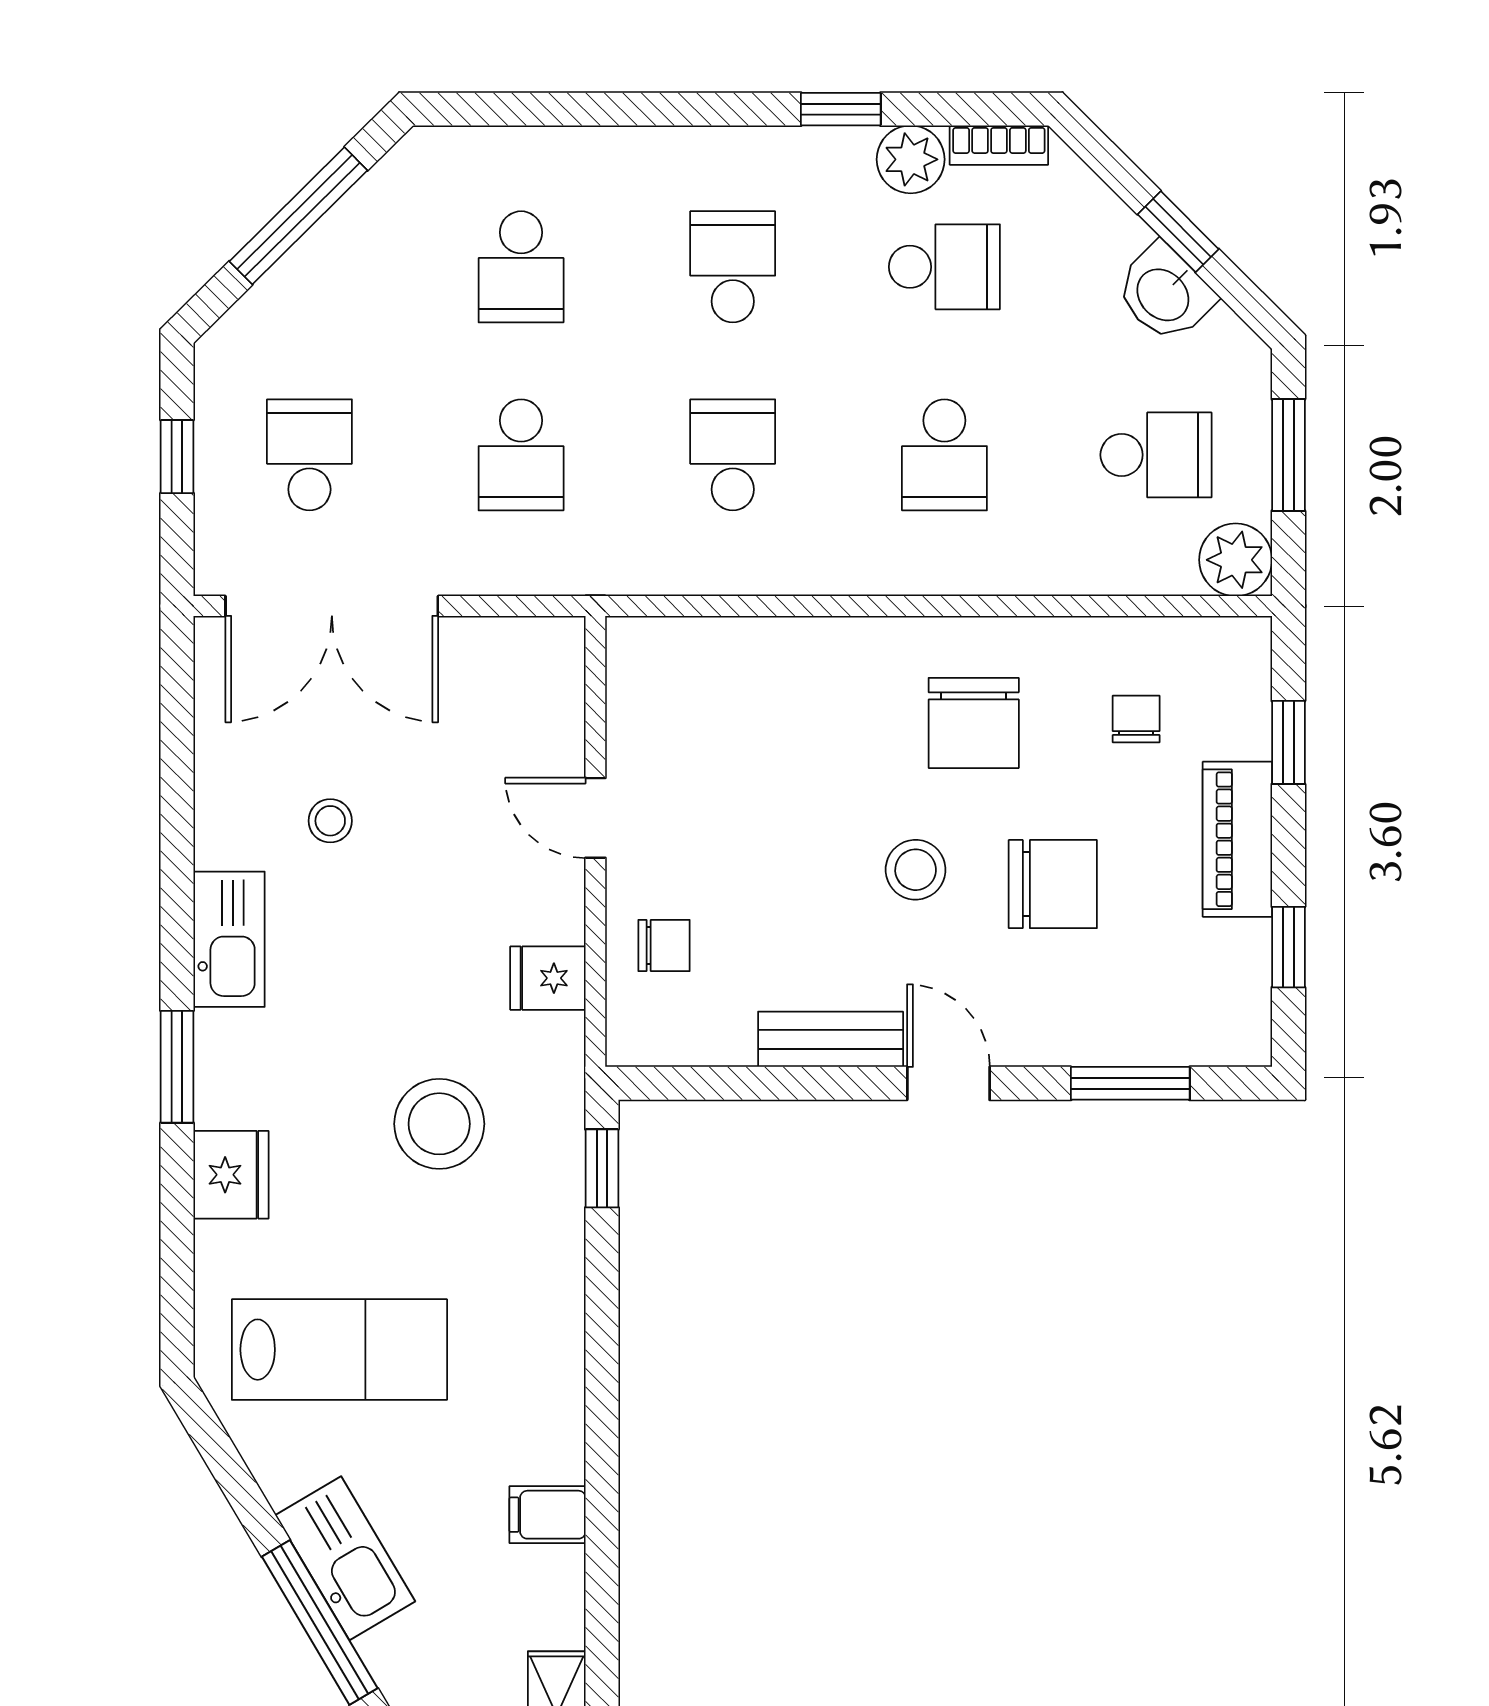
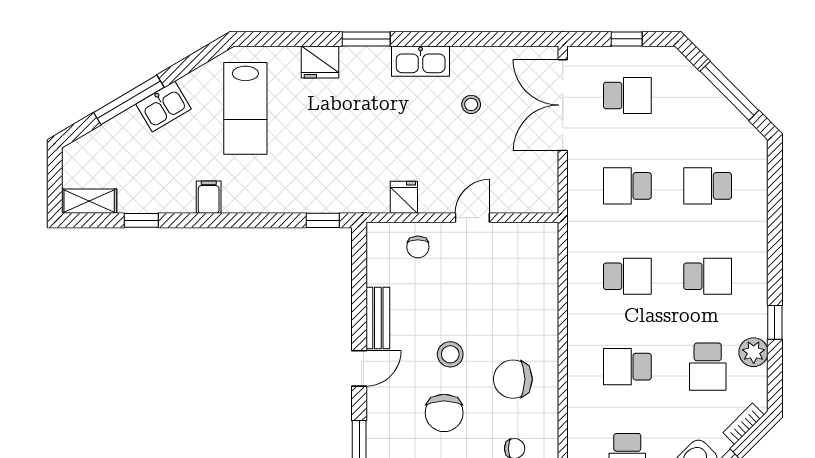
bookcase: (999, 145) -> (744, 424), moved, turned 45
stool: (439, 1124) -> (342, 151), removed
filing cabinet: (548, 1515) -> (209, 197), moved
kitchen sink: (345, 1558) -> (164, 107), width x0.73
window: (602, 1593) -> (141, 220), added

